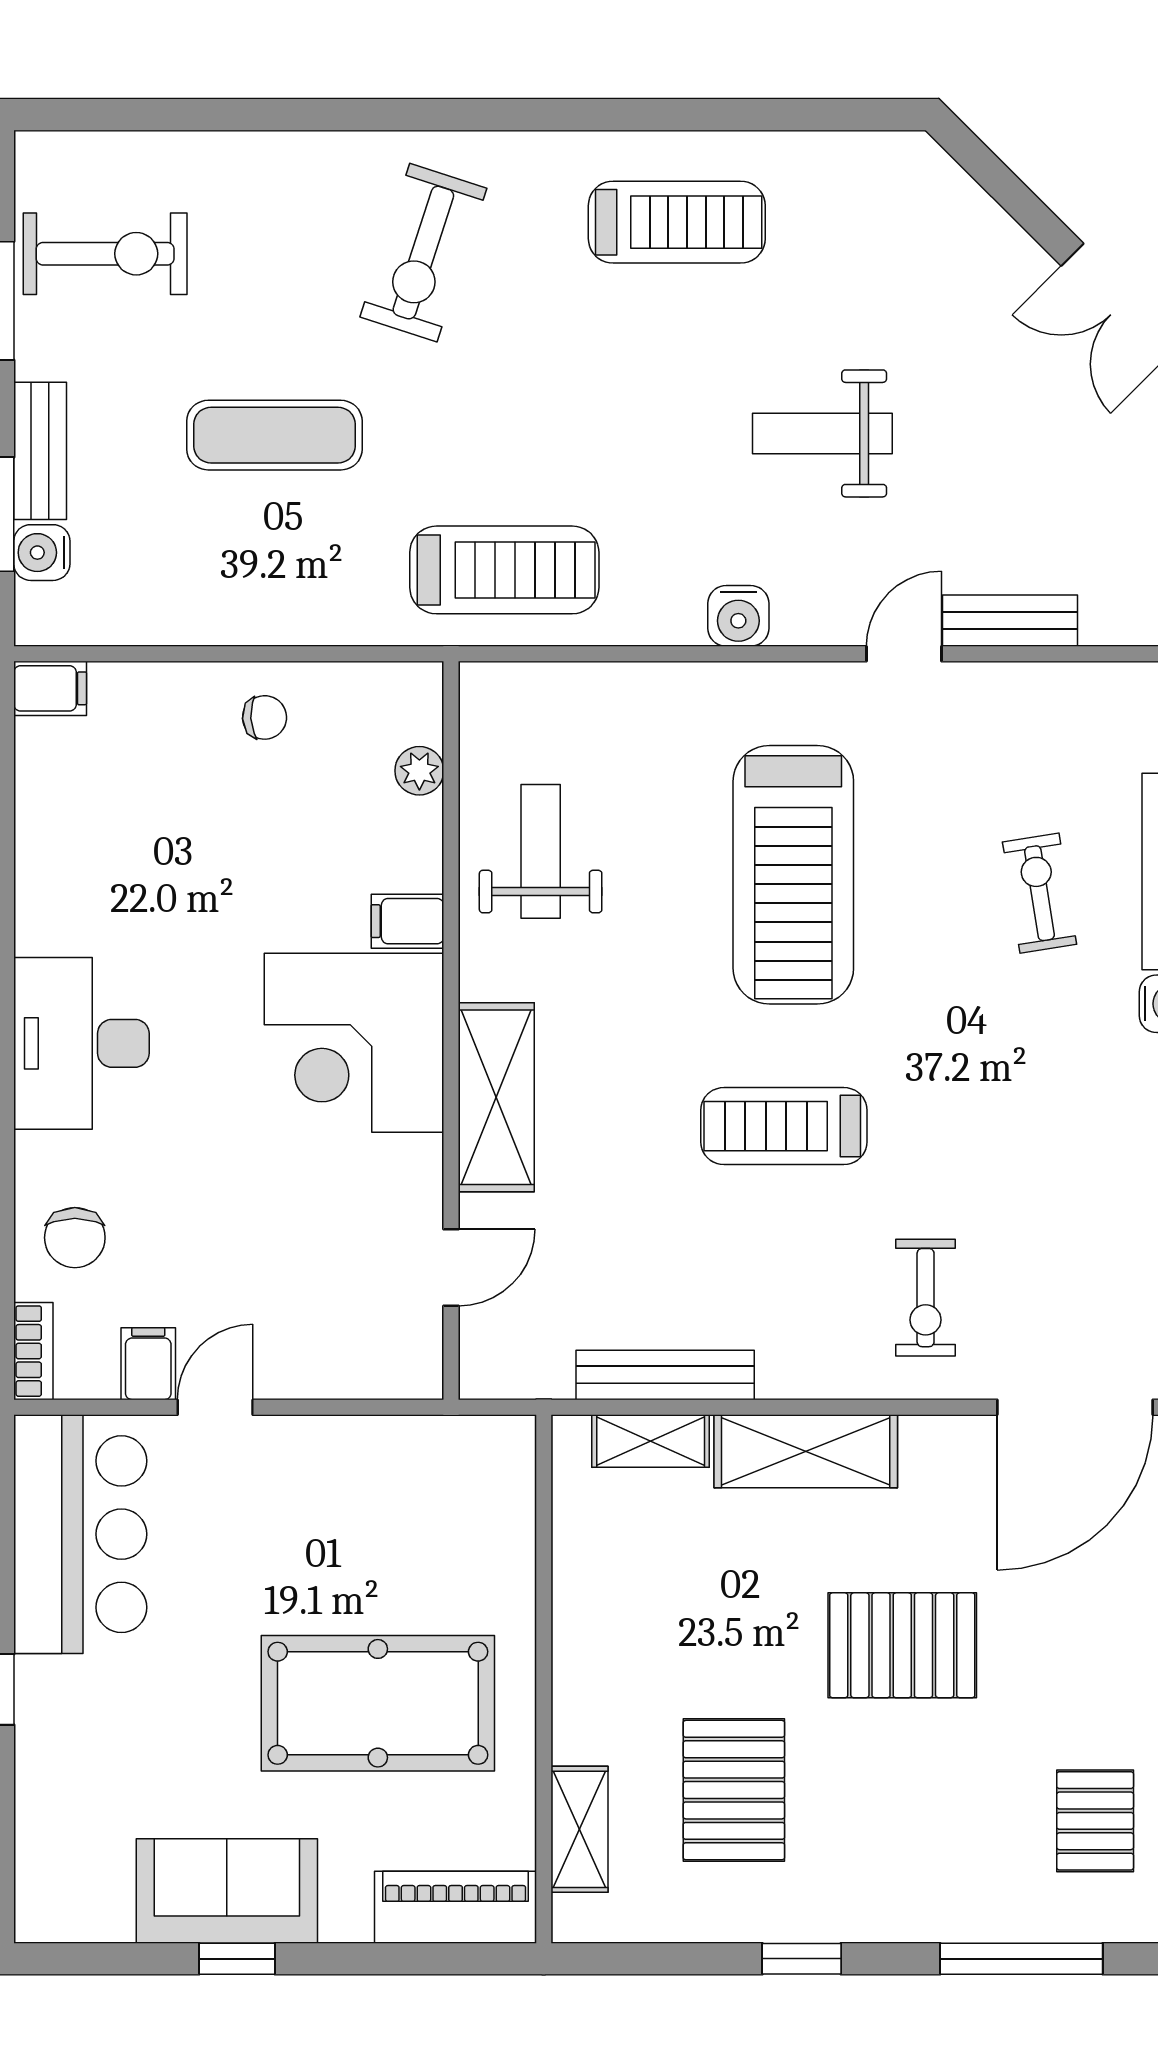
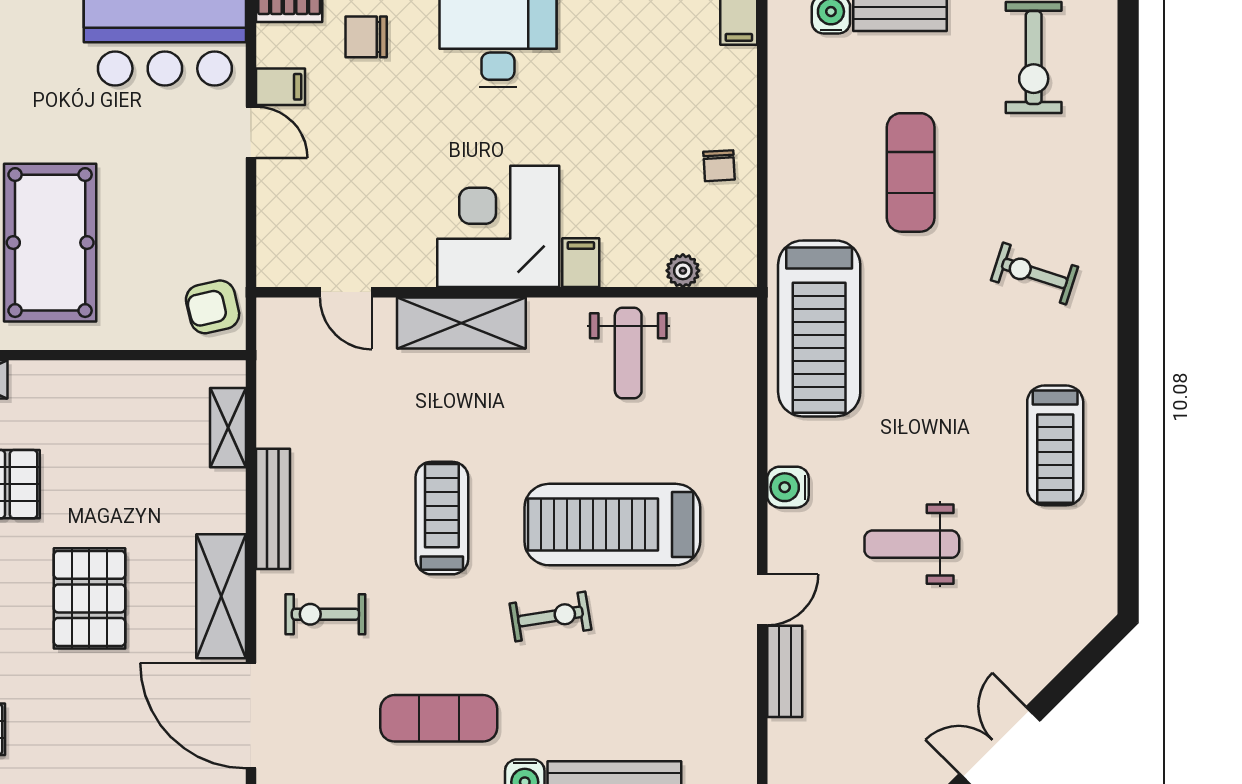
exercise bike: (423, 253) -> (1034, 273), width x0.73, depth x0.72
weight bench: (822, 433) -> (912, 544), turned -90
treadmill: (504, 570) -> (819, 328), width x1.37, depth x1.38
door: (904, 654) -> (762, 600), hinge flipped
weight bench: (541, 851) -> (628, 353), turned 90
exercise bike: (1040, 893) -> (550, 617), moved
exercise mat: (1079, 1131) -> (439, 718), added
bench: (665, 1375) -> (273, 509), moved
shelving: (806, 1451) -> (221, 596), moved
armchair: (473, 1464) -> (213, 307), added

